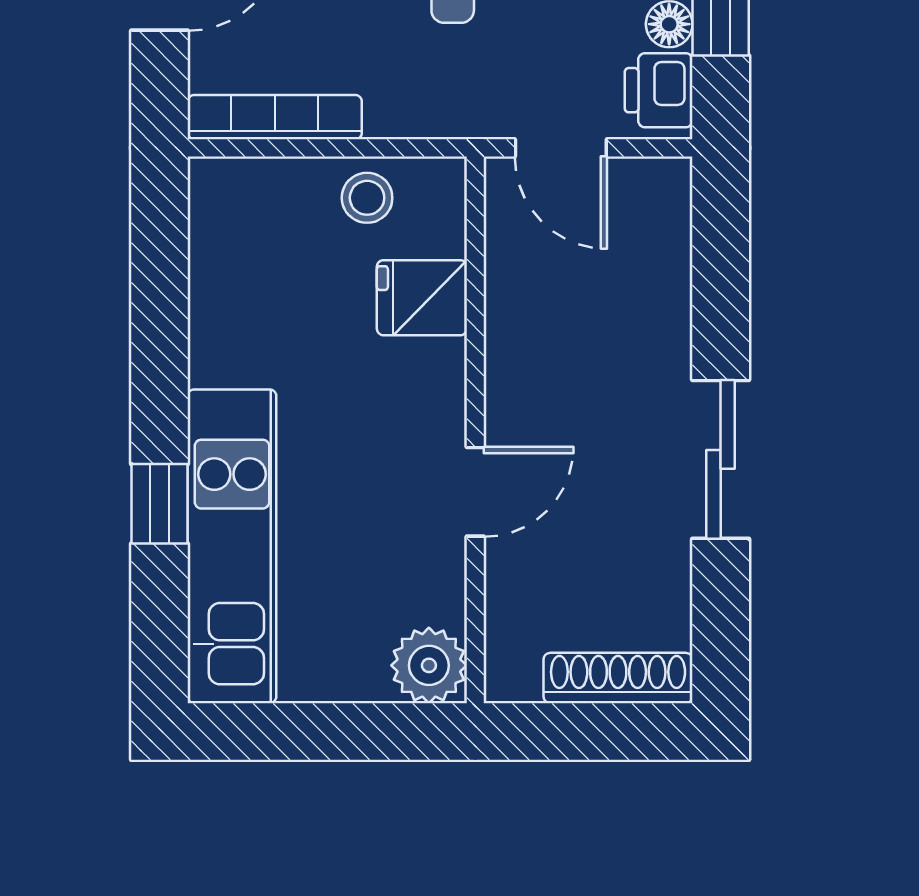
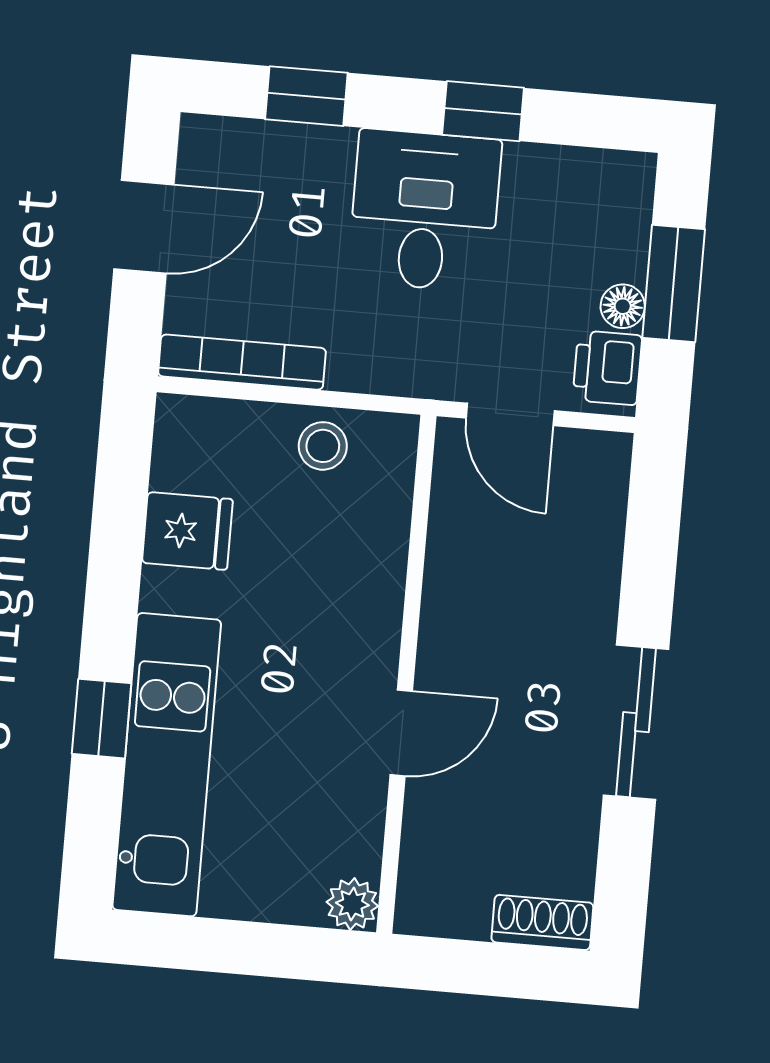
fridge: (422, 298) -> (187, 531), moved, turned 180
plant: (429, 665) -> (352, 904), width x0.73, depth x0.73
shoe rack: (618, 678) -> (542, 922), width x0.70

